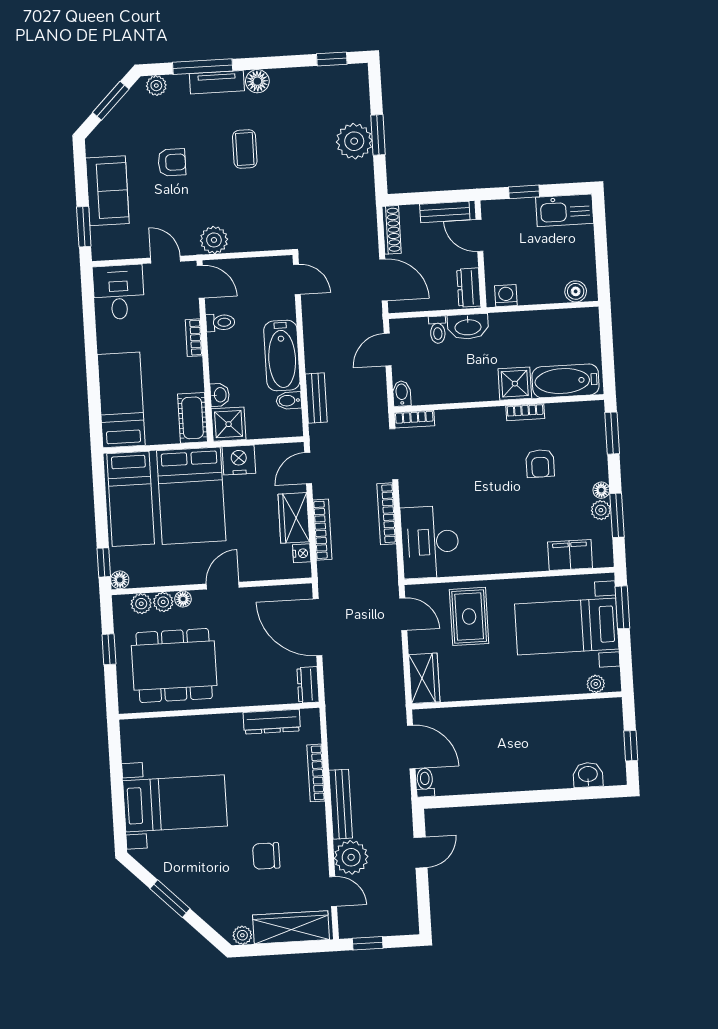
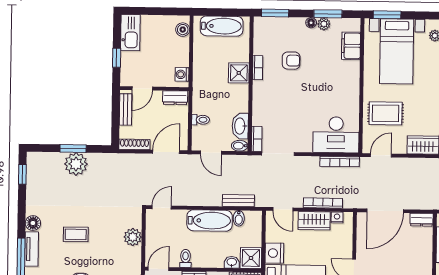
plant: (214, 240) -> (133, 237), moved
washbasin: (468, 327) -> (240, 126), moved, turned 180
bathtub: (566, 381) -> (222, 26), moved, turned -90
bookcase: (387, 514) -> (340, 162), moved

